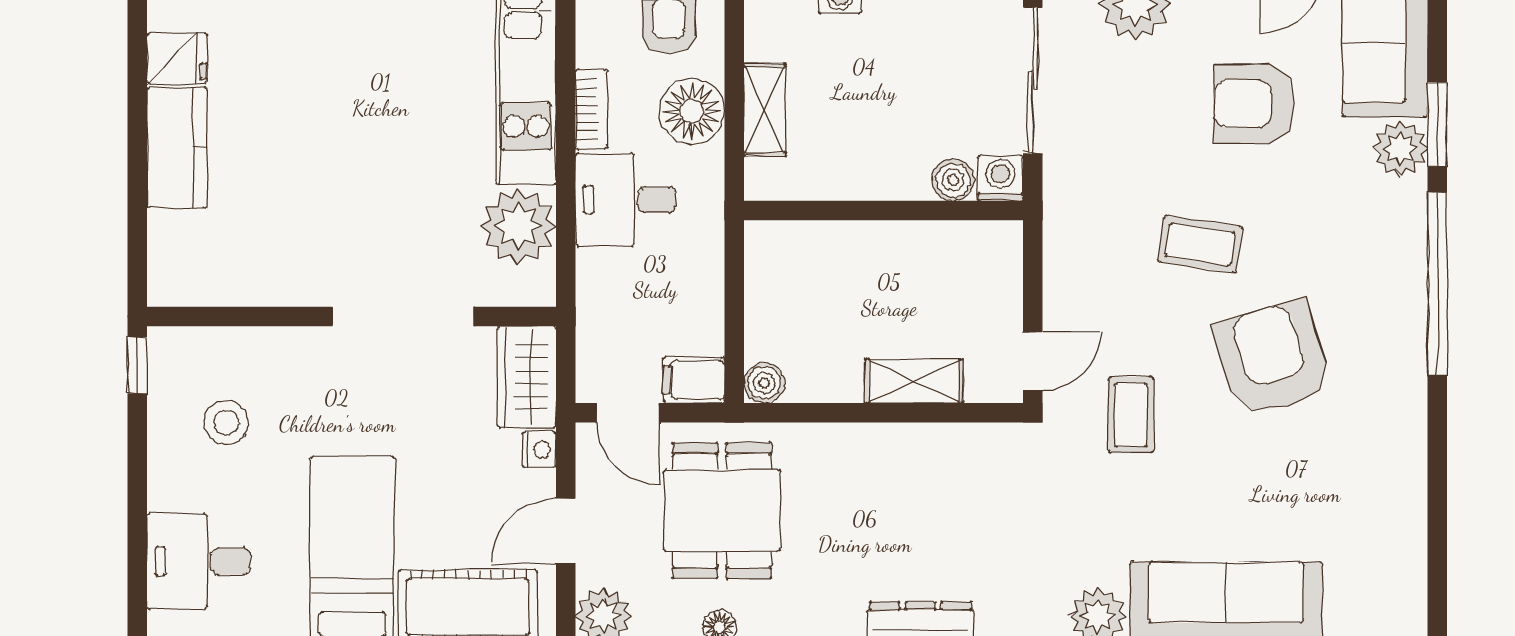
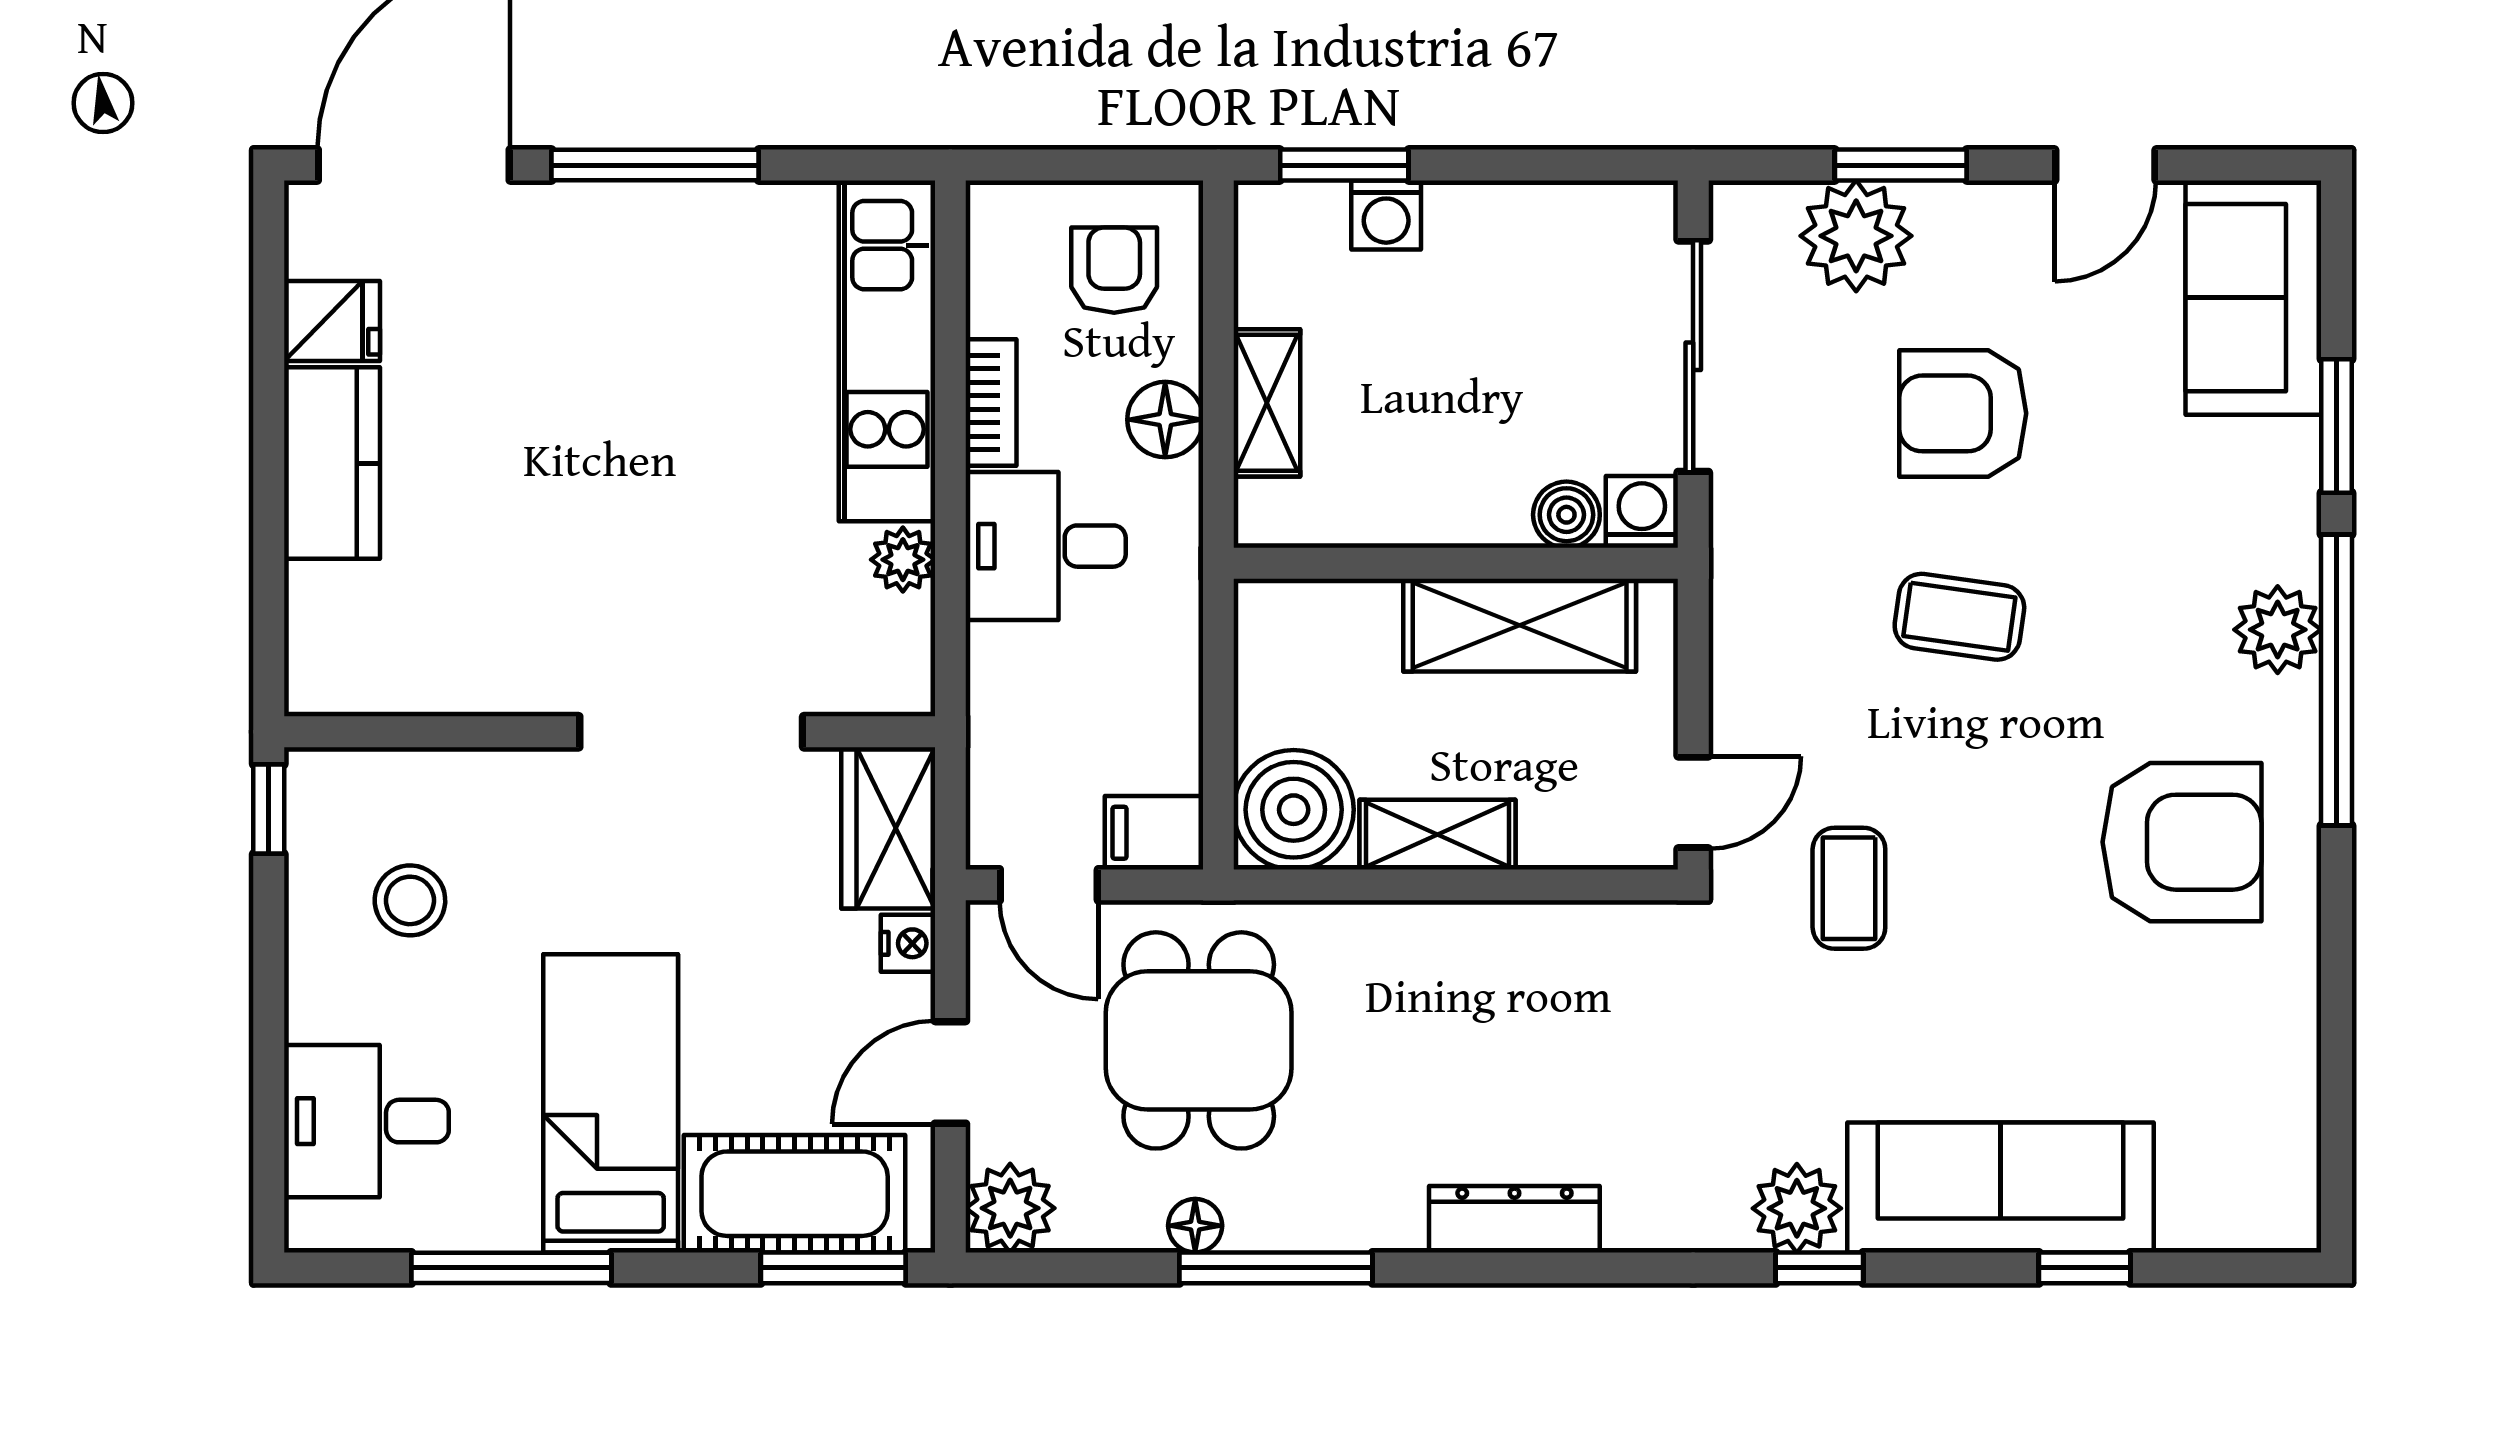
armchair: (1254, 104) -> (1963, 413), moved
floor lamp: (692, 111) -> (1165, 420), width x0.73, depth x0.73
plant: (1400, 148) -> (2278, 630), moved
plant: (518, 226) -> (903, 560), width x0.53, depth x0.53
shelving: (924, 249) -> (1520, 625), added
armchair: (1272, 358) -> (2182, 842), moved, turned 107
shelving: (914, 381) -> (1437, 835), moved
boiler: (764, 383) -> (1294, 810), width x1.86, depth x1.86

